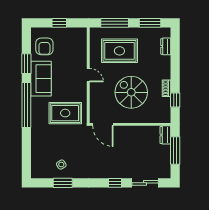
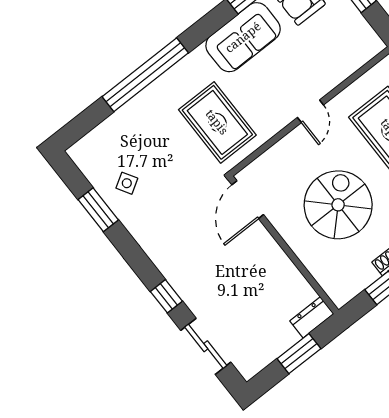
window: (26, 105) -> (145, 75), moved
window: (175, 150) -> (299, 354), width x0.69

